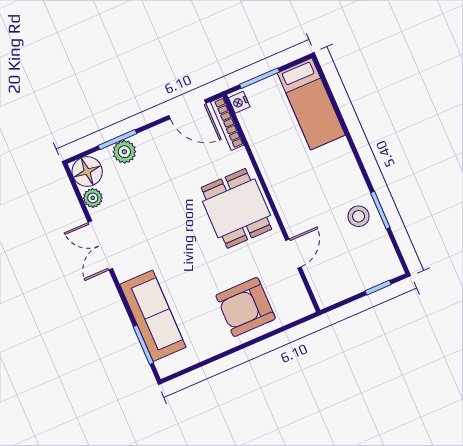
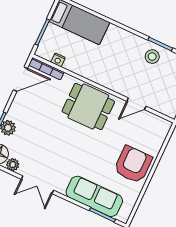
nightstand: (239, 102) -> (58, 60), moved
door: (293, 254) -> (136, 104), swing flipped
armchair: (246, 307) -> (133, 165), moved, turned 180

